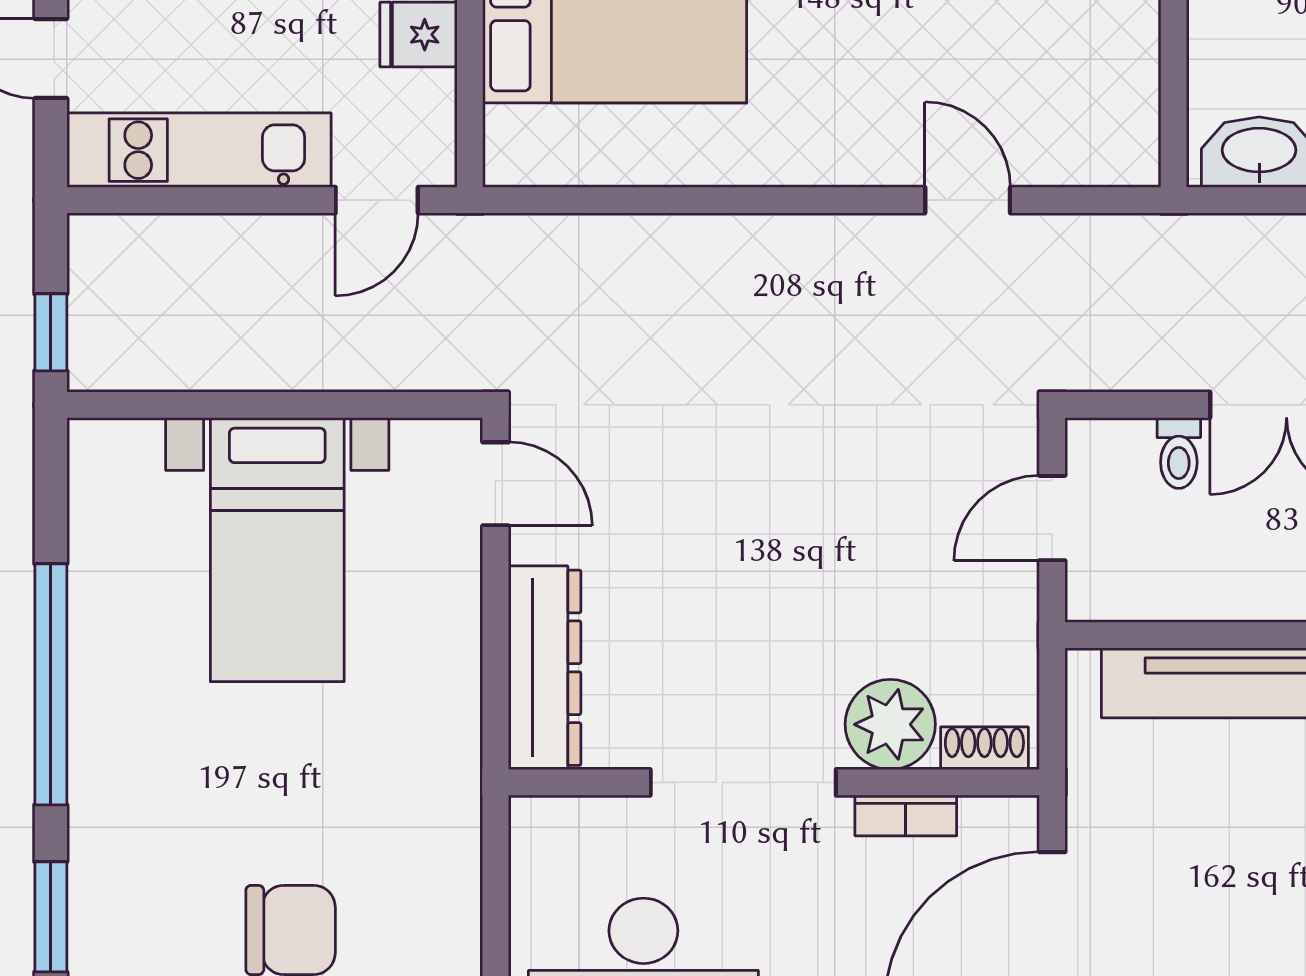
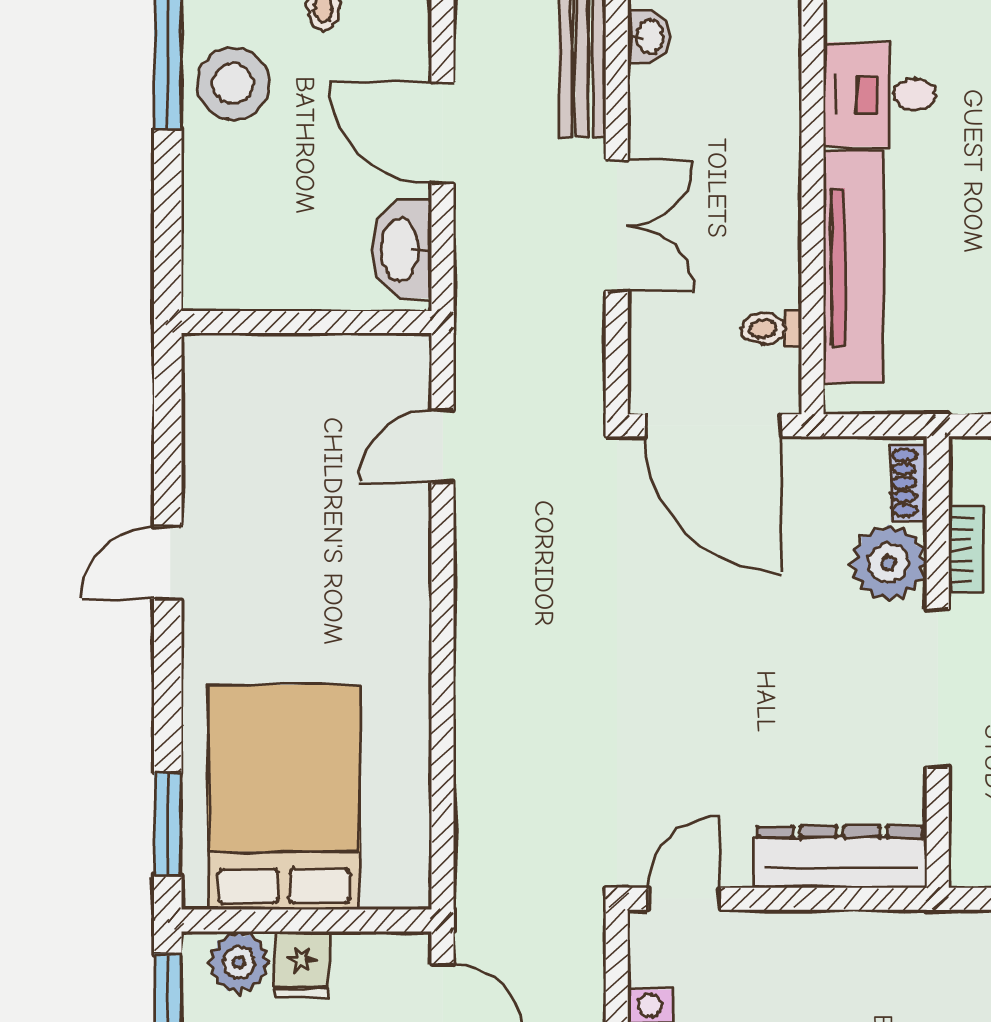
door: (968, 200) -> (443, 446), moved
toilet: (1179, 453) -> (772, 329), moved, turned 180
door: (1052, 518) -> (713, 425), width x1.87

